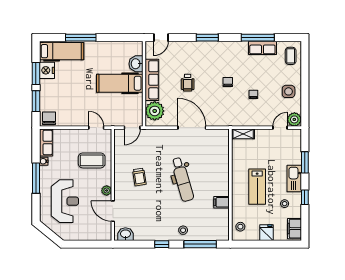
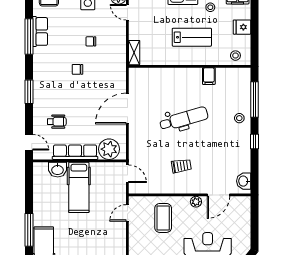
wheelchair: (188, 83) -> (57, 122), moved

